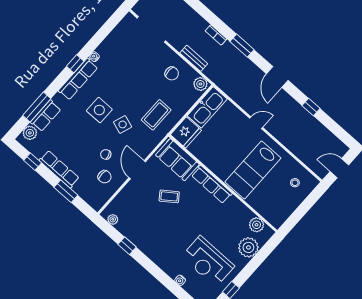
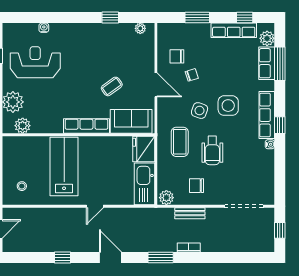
wheelchair: (139, 88) -> (212, 150), added
row of seats: (59, 169) -> (234, 30), moved

